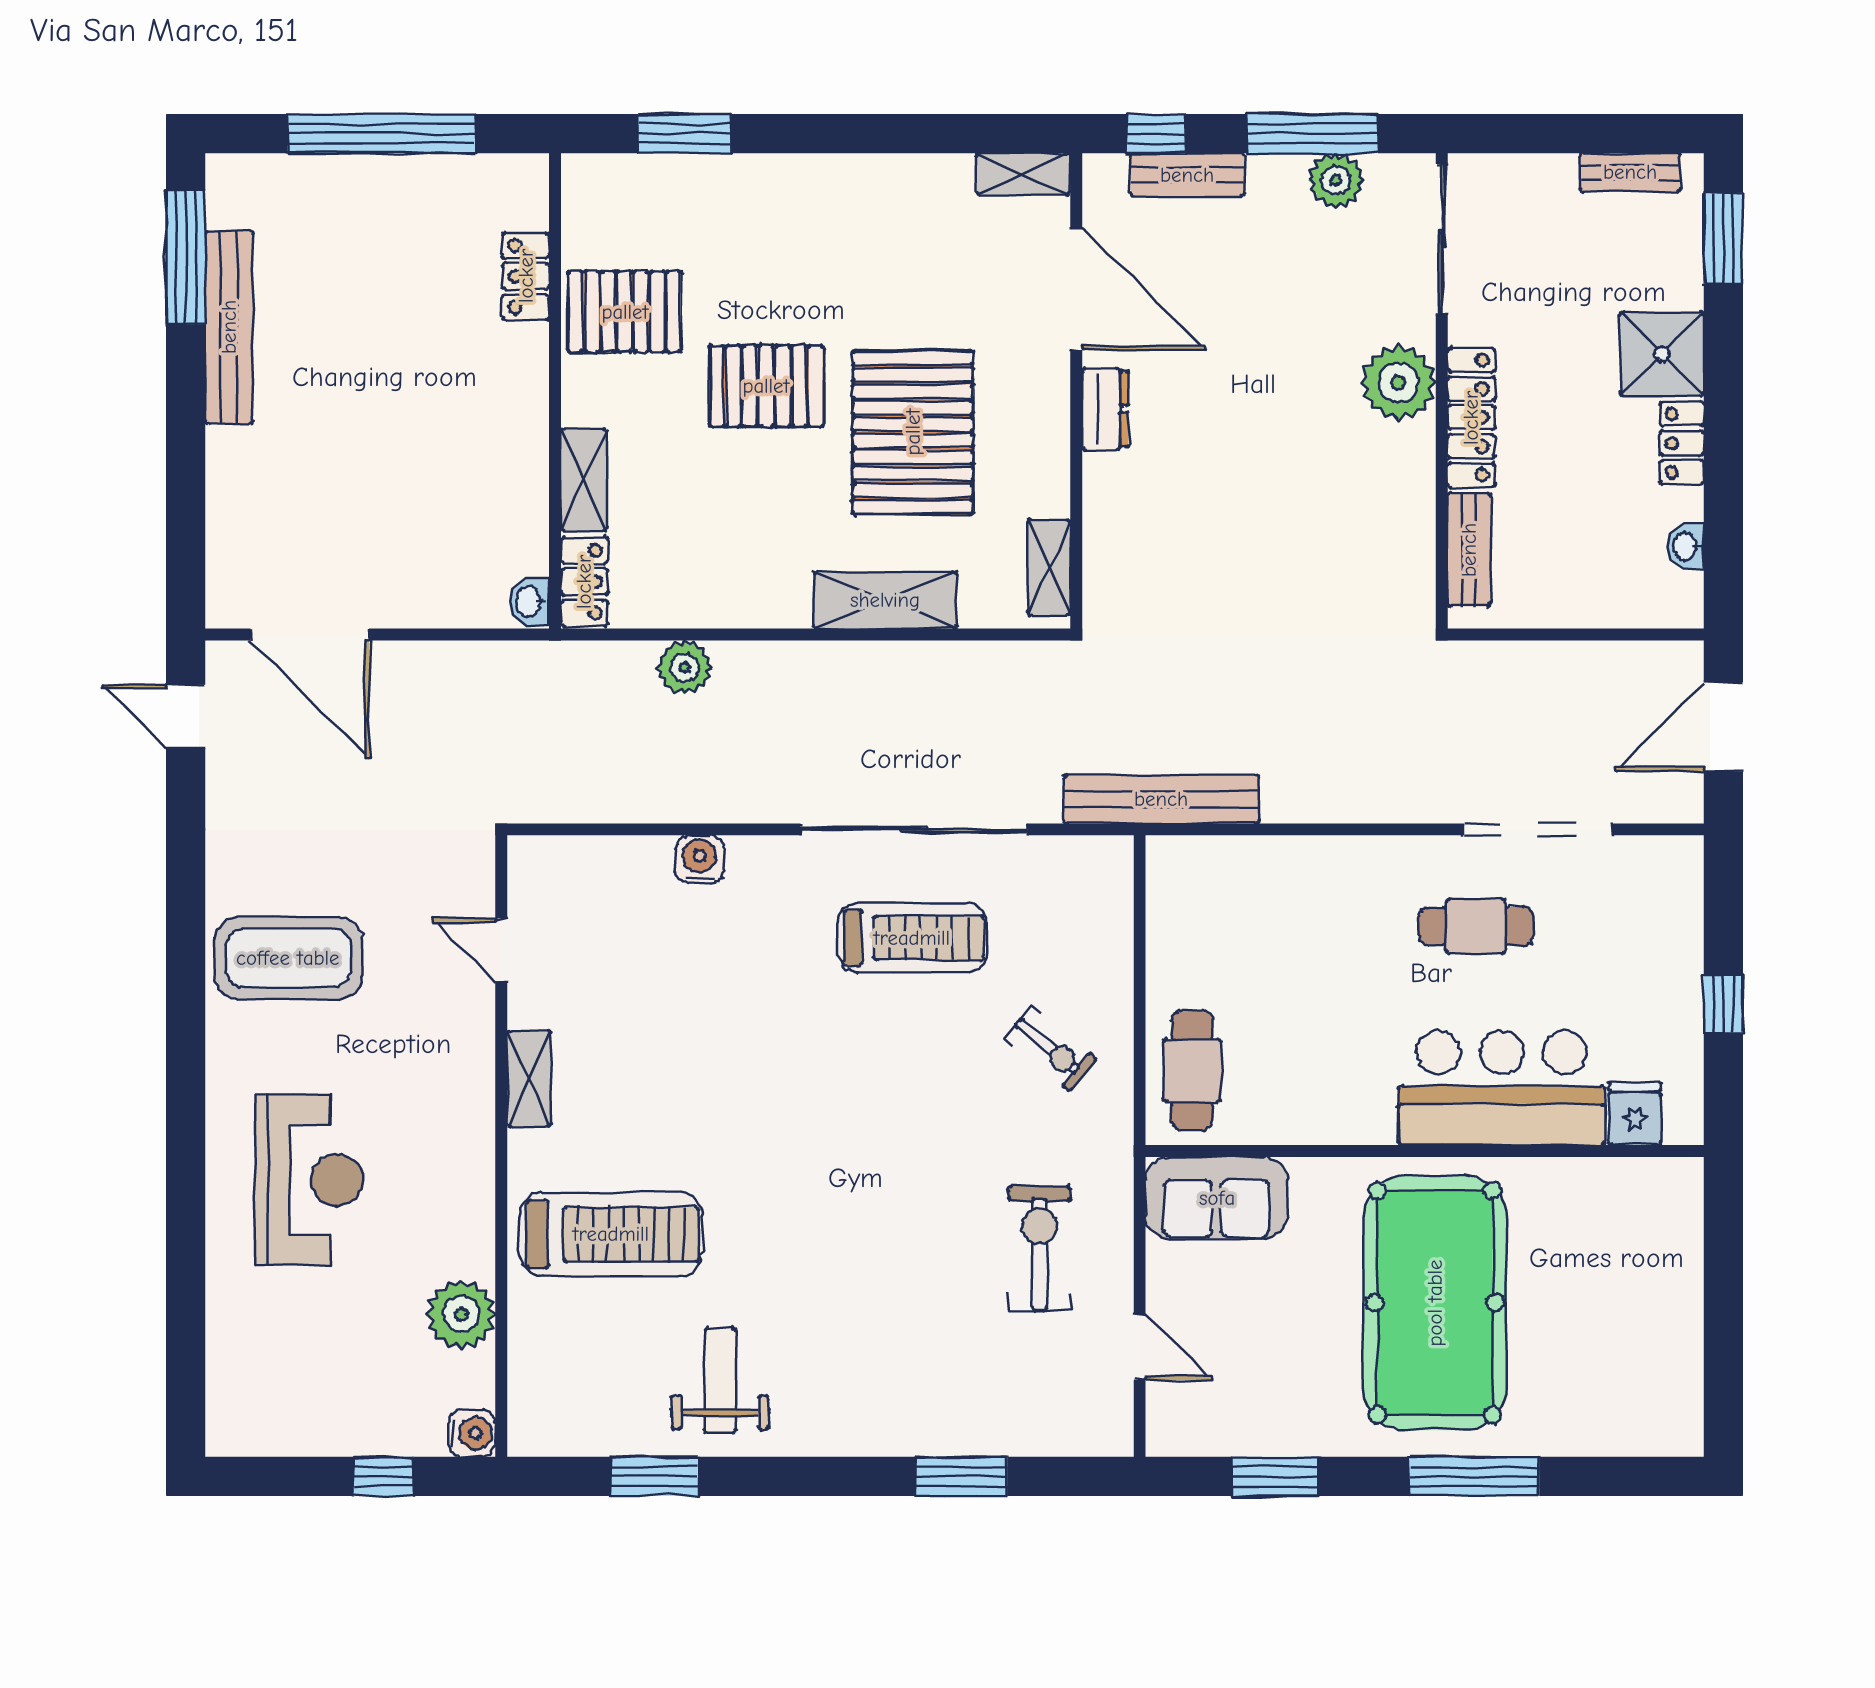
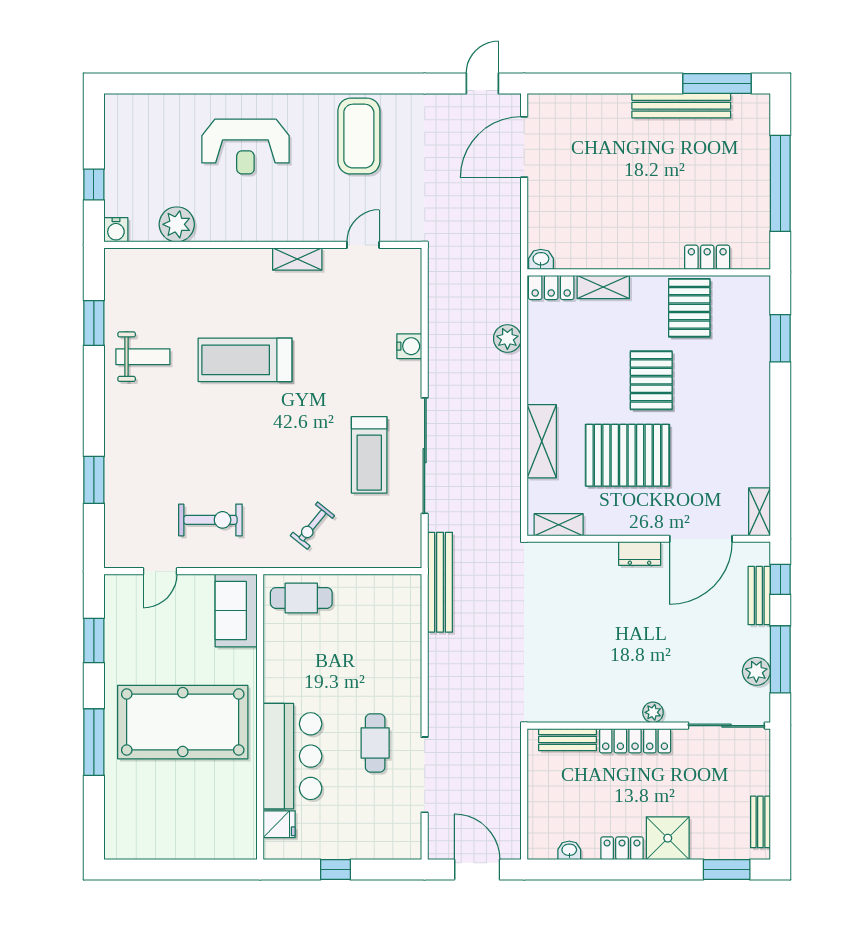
plant: (1398, 383) -> (653, 712), width x0.53, depth x0.53
treadmill: (611, 1234) -> (245, 360), moved, turned 90

